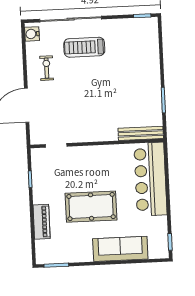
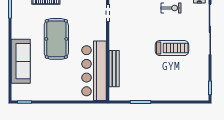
treadmill: (84, 47) -> (172, 48), moved, turned 90
bench: (141, 133) -> (114, 69), moved
bar counter: (150, 179) -> (94, 71), moved, turned -90

